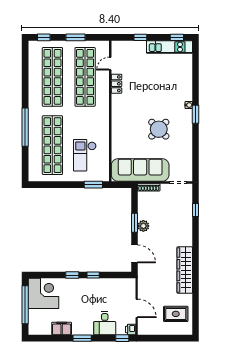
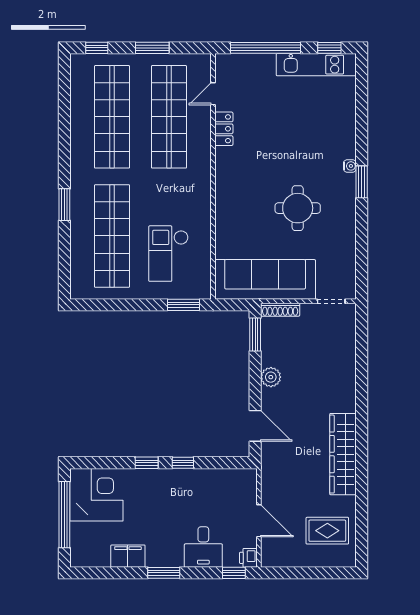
window: (140, 37) -> (266, 48), width x3.17
window: (25, 127) -> (64, 205), width x0.47
round table: (159, 129) -> (298, 208), turned 45
window: (195, 210) -> (362, 349), removed
window: (134, 223) -> (255, 335), moved

